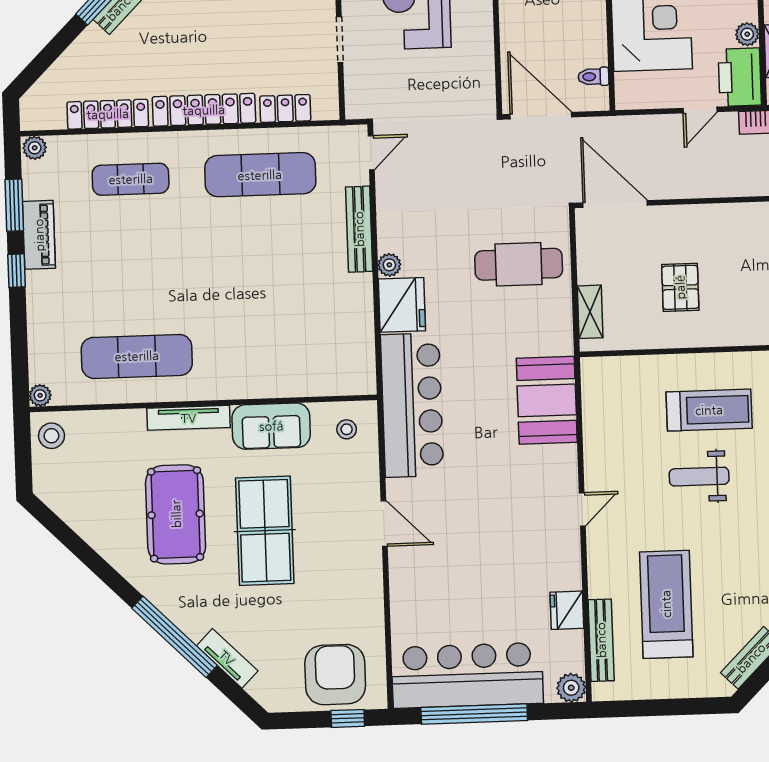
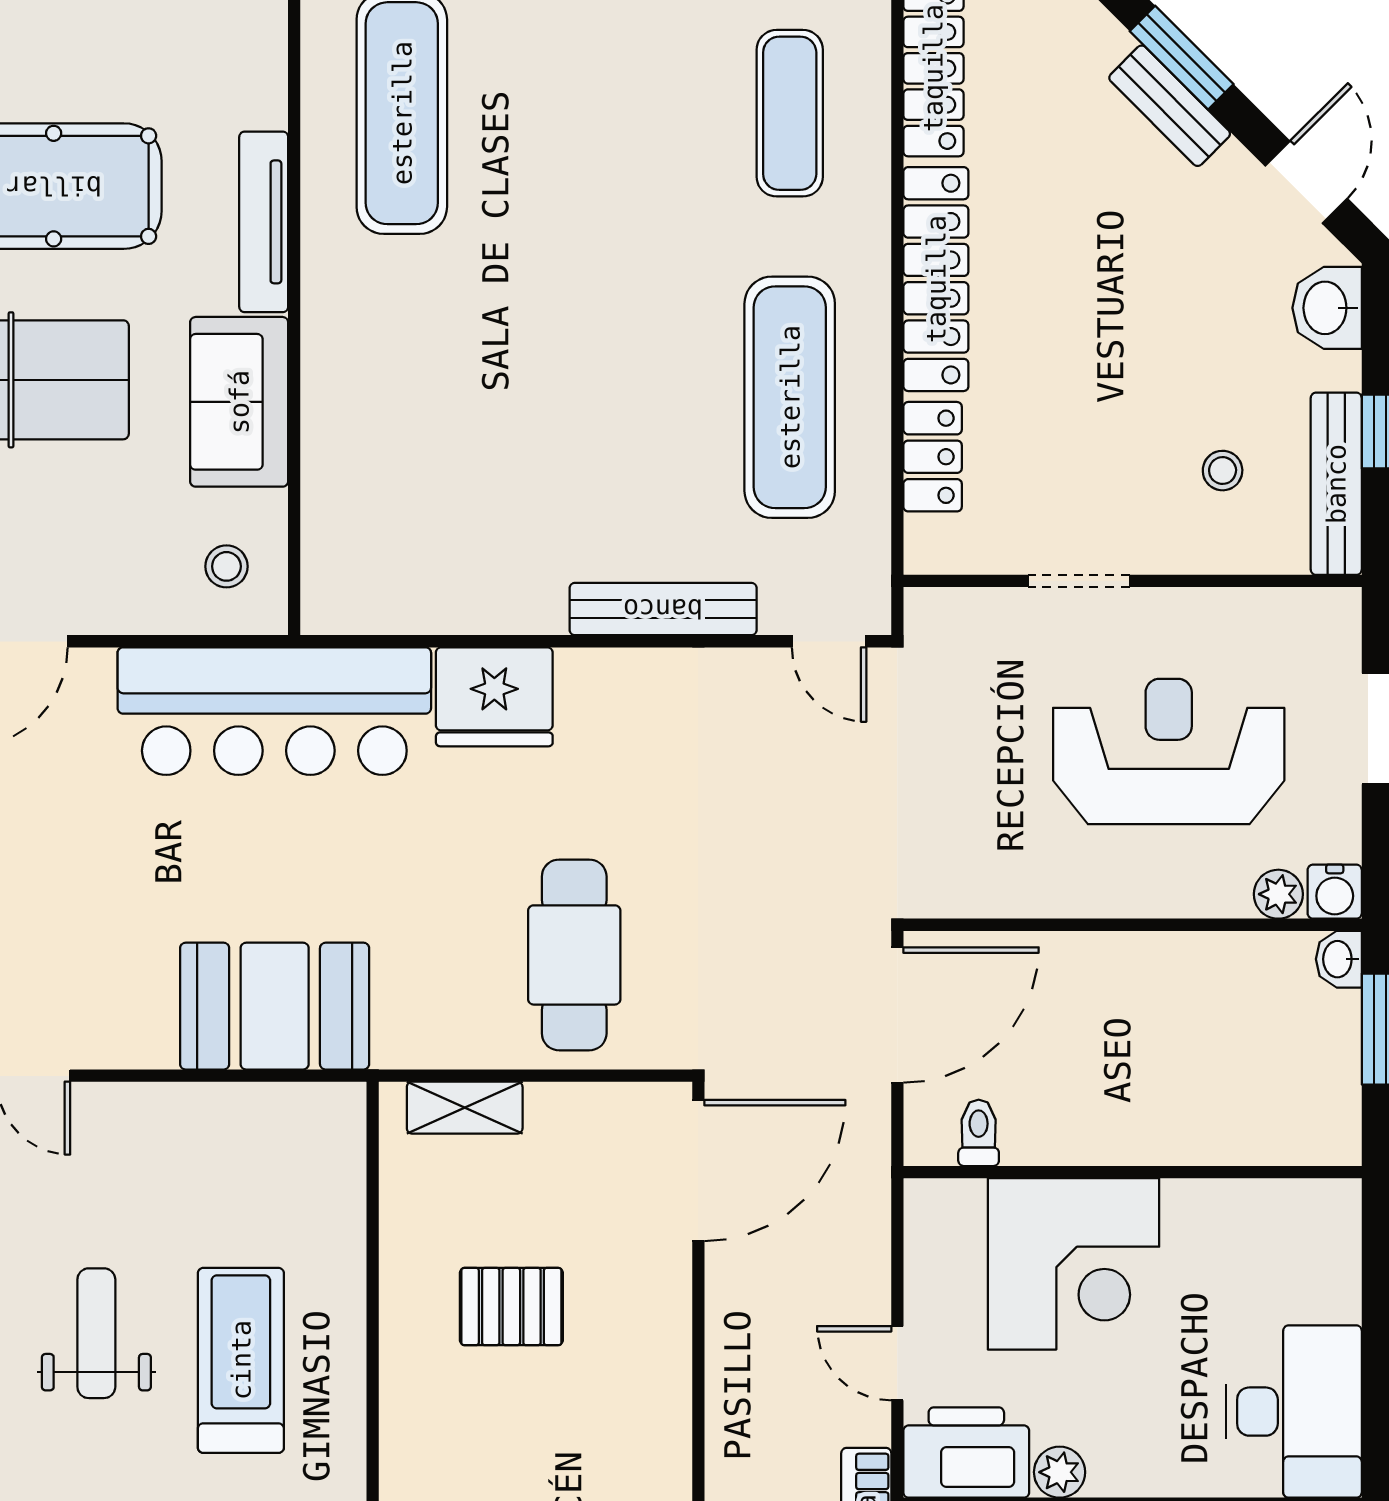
plant: (389, 265) -> (583, 672), removed
treadmill: (709, 410) -> (241, 1360), turned 180

